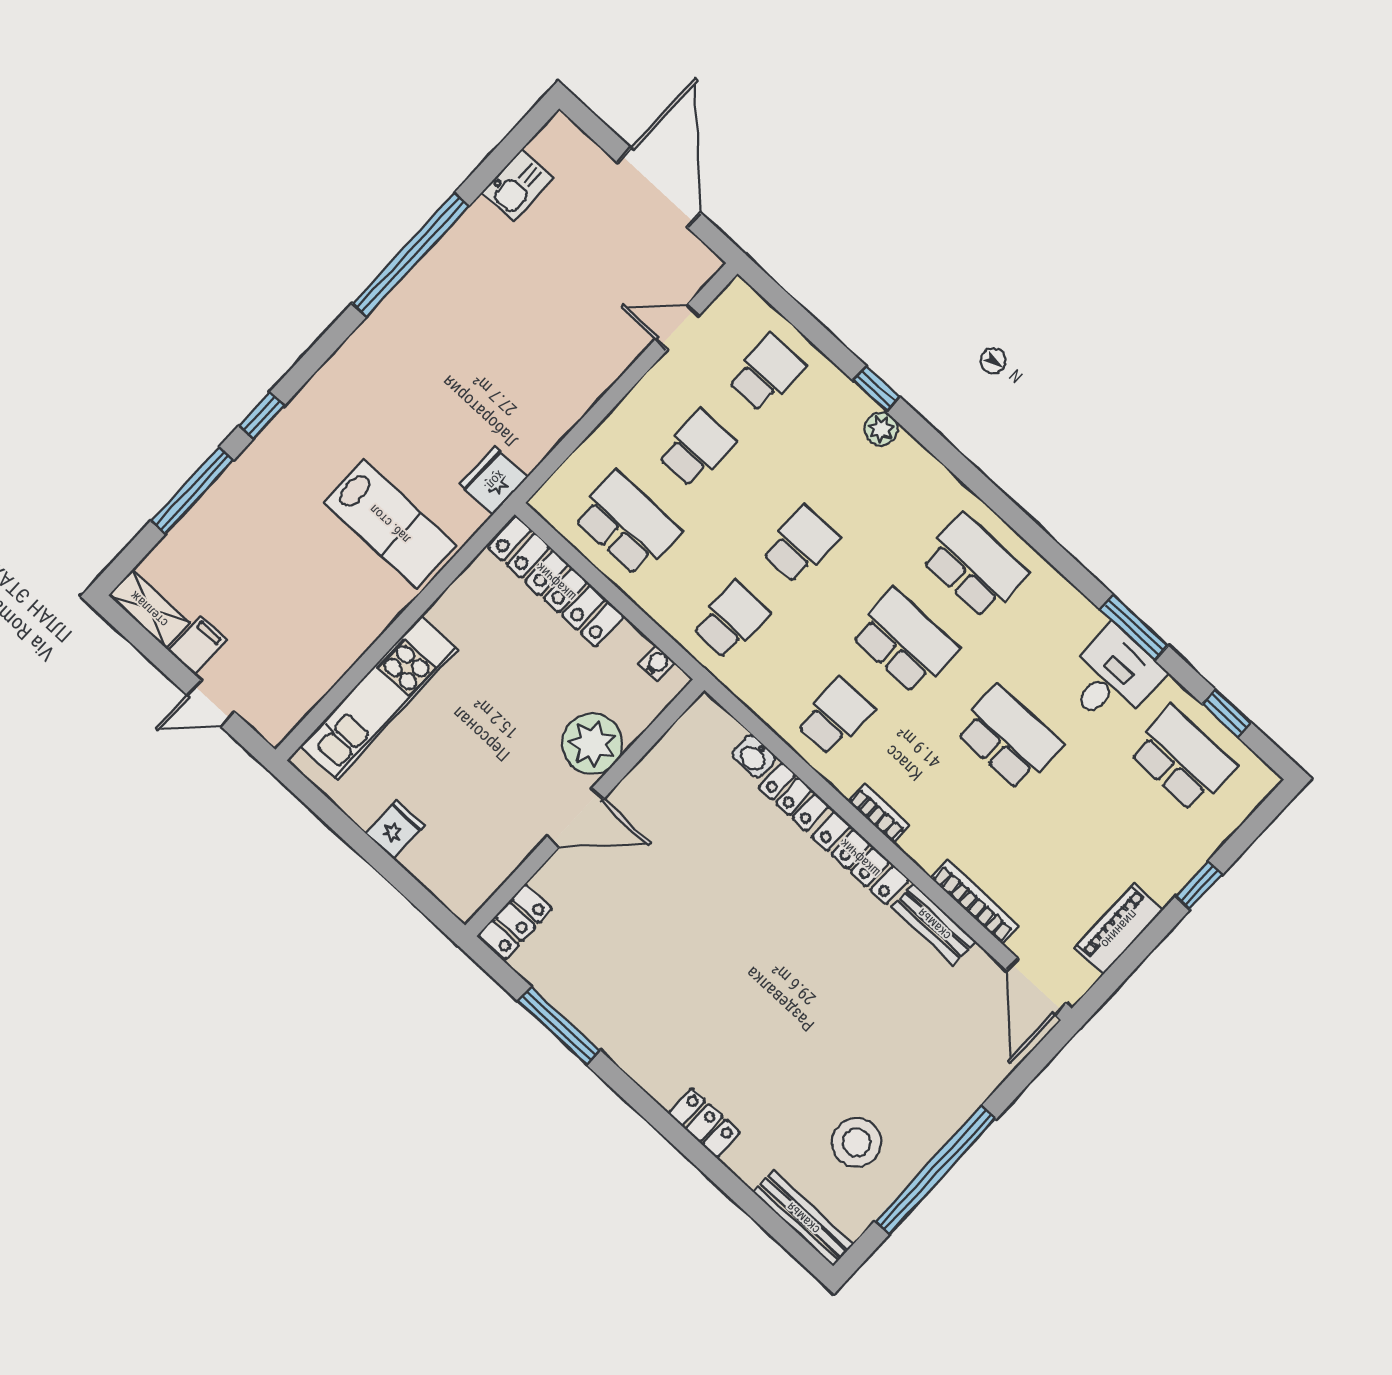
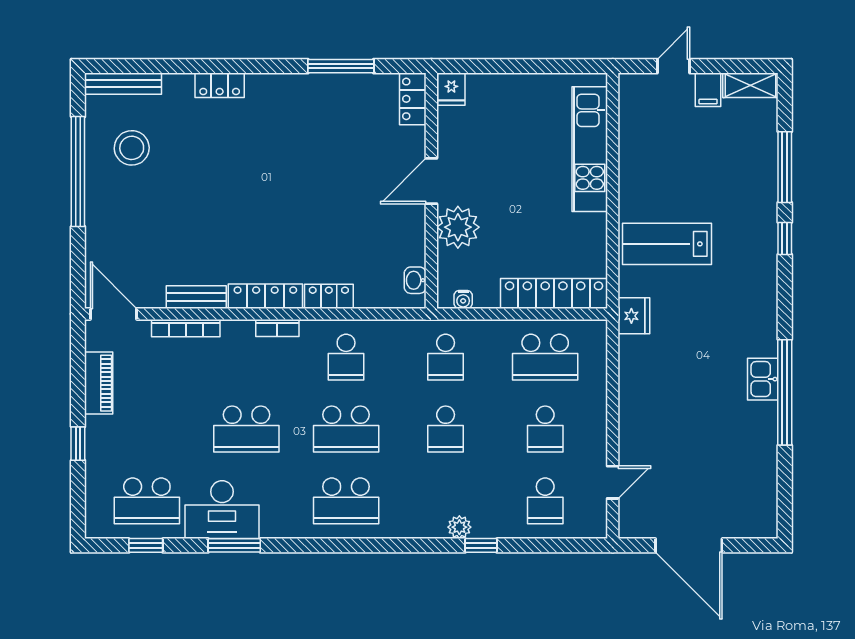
kitchen sink: (517, 185) -> (763, 379), moved
desk: (1112, 677) -> (222, 510), width x1.37
washbasin: (754, 757) -> (415, 280), moved, turned -90
fridge: (395, 829) -> (451, 89), moved

